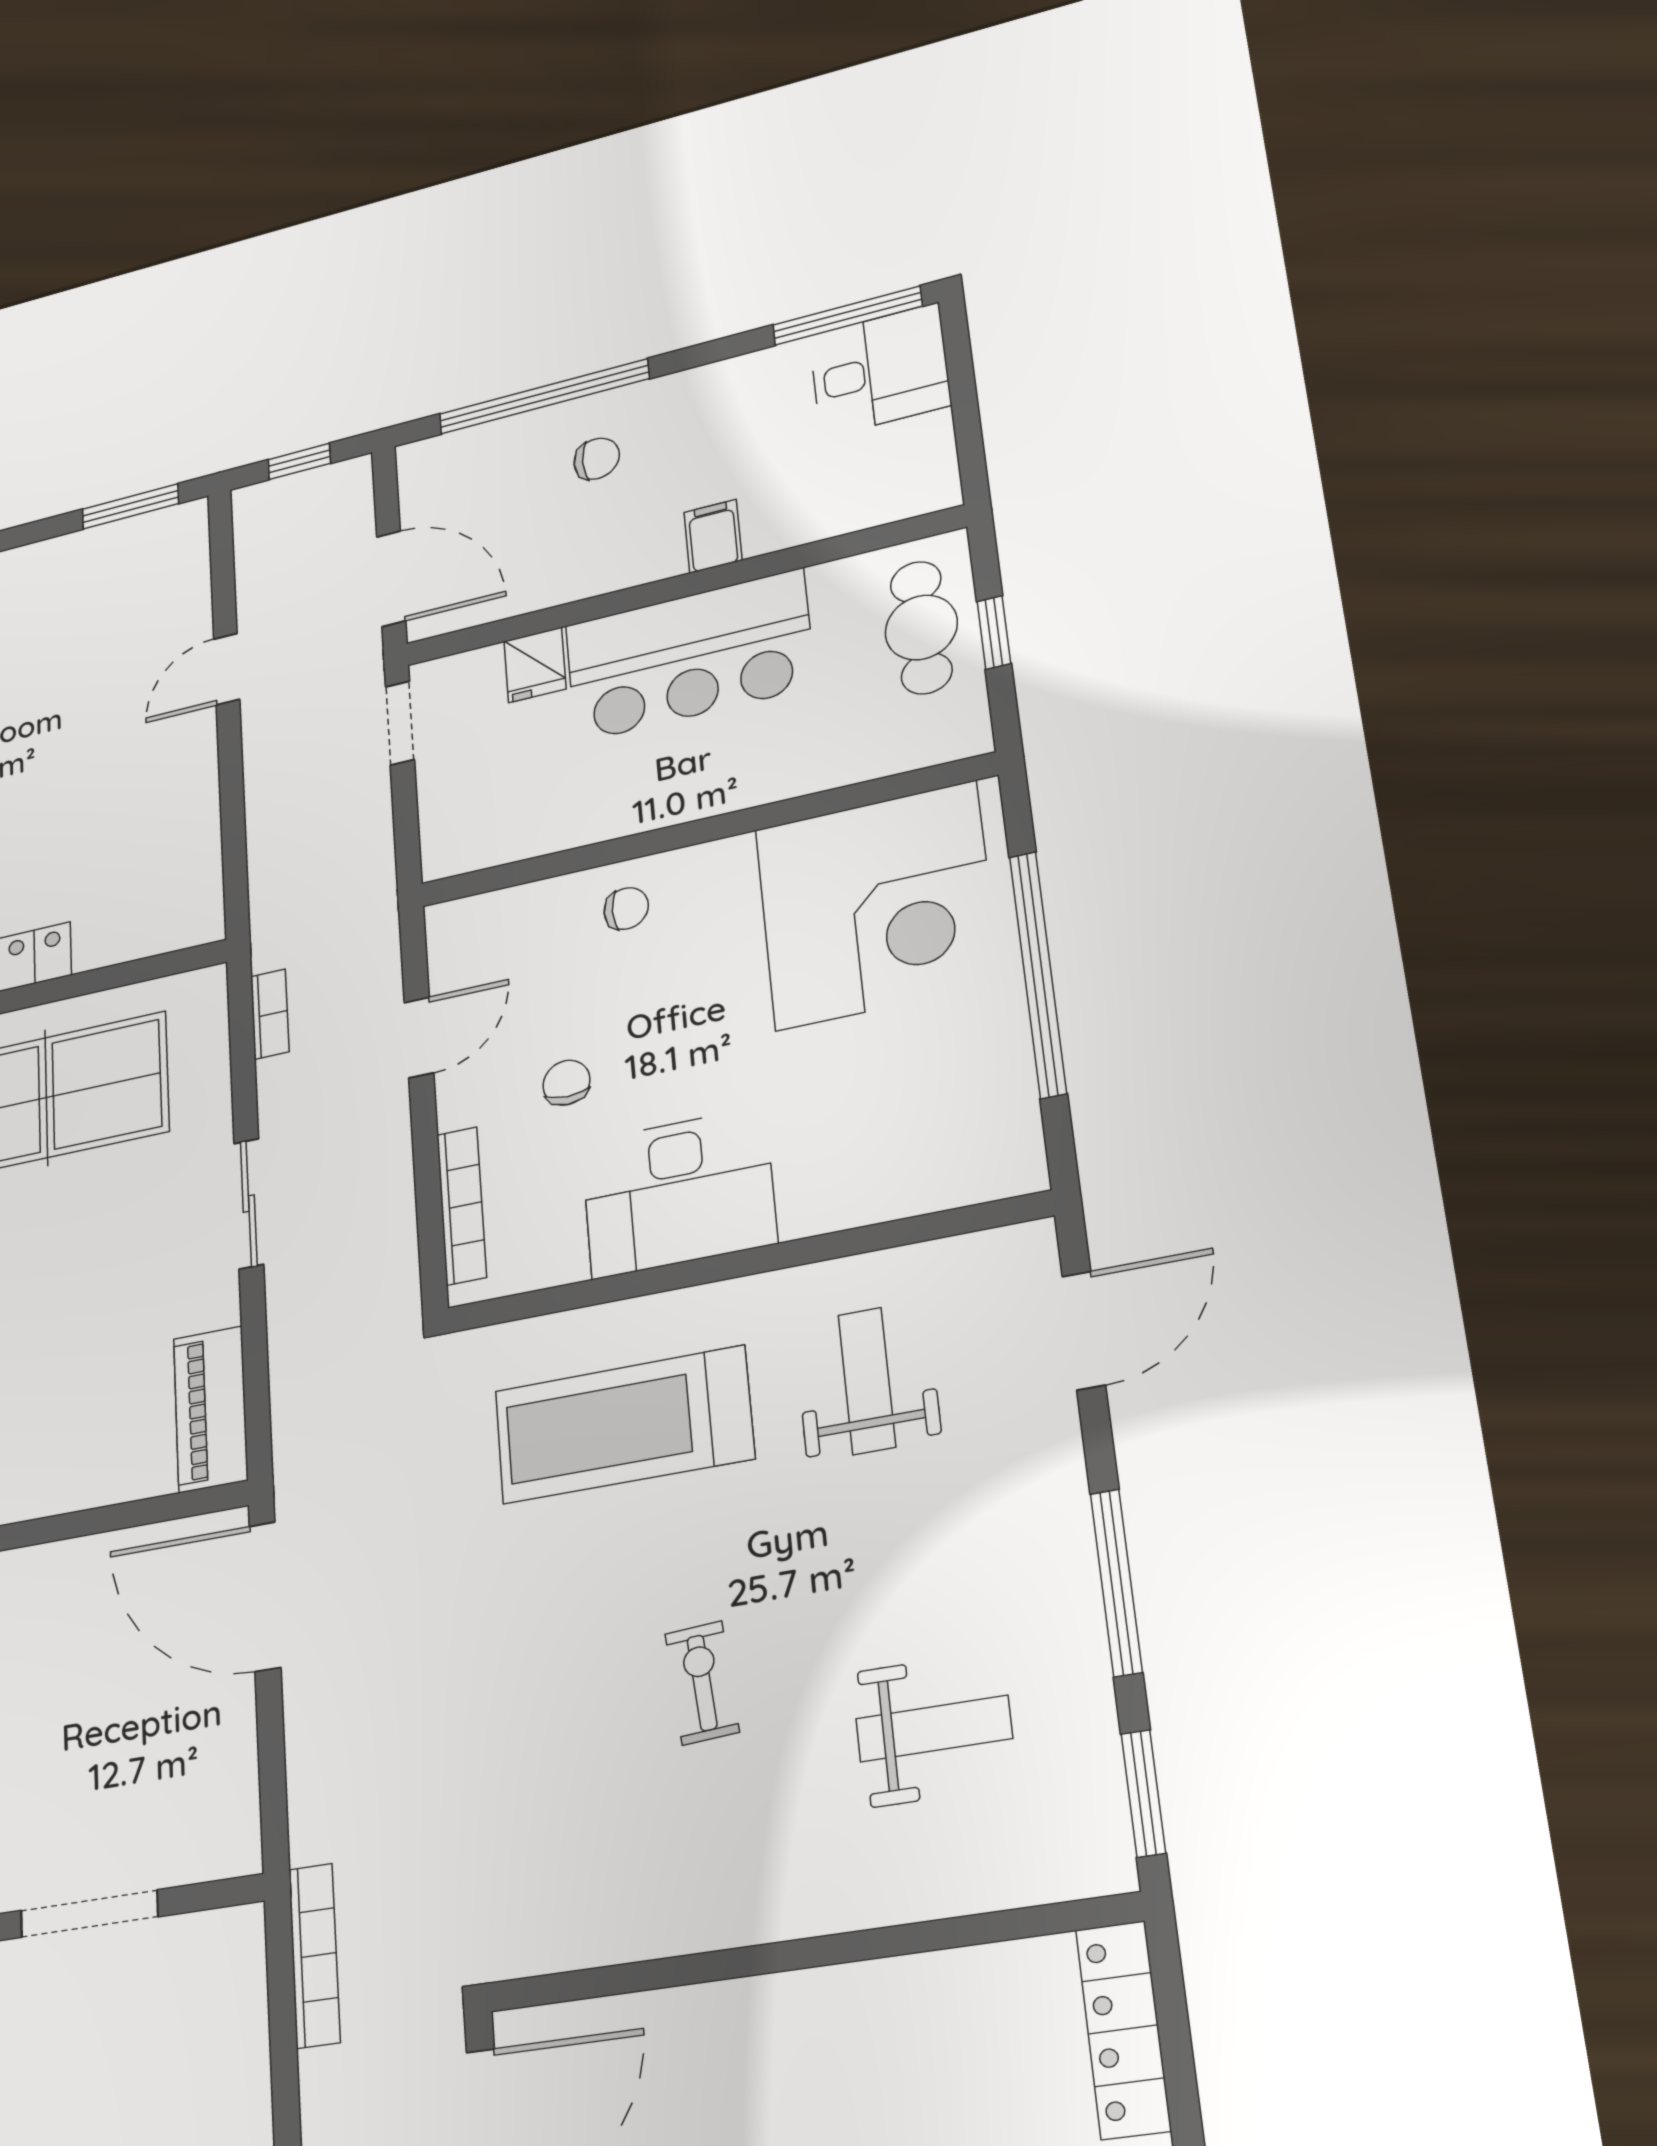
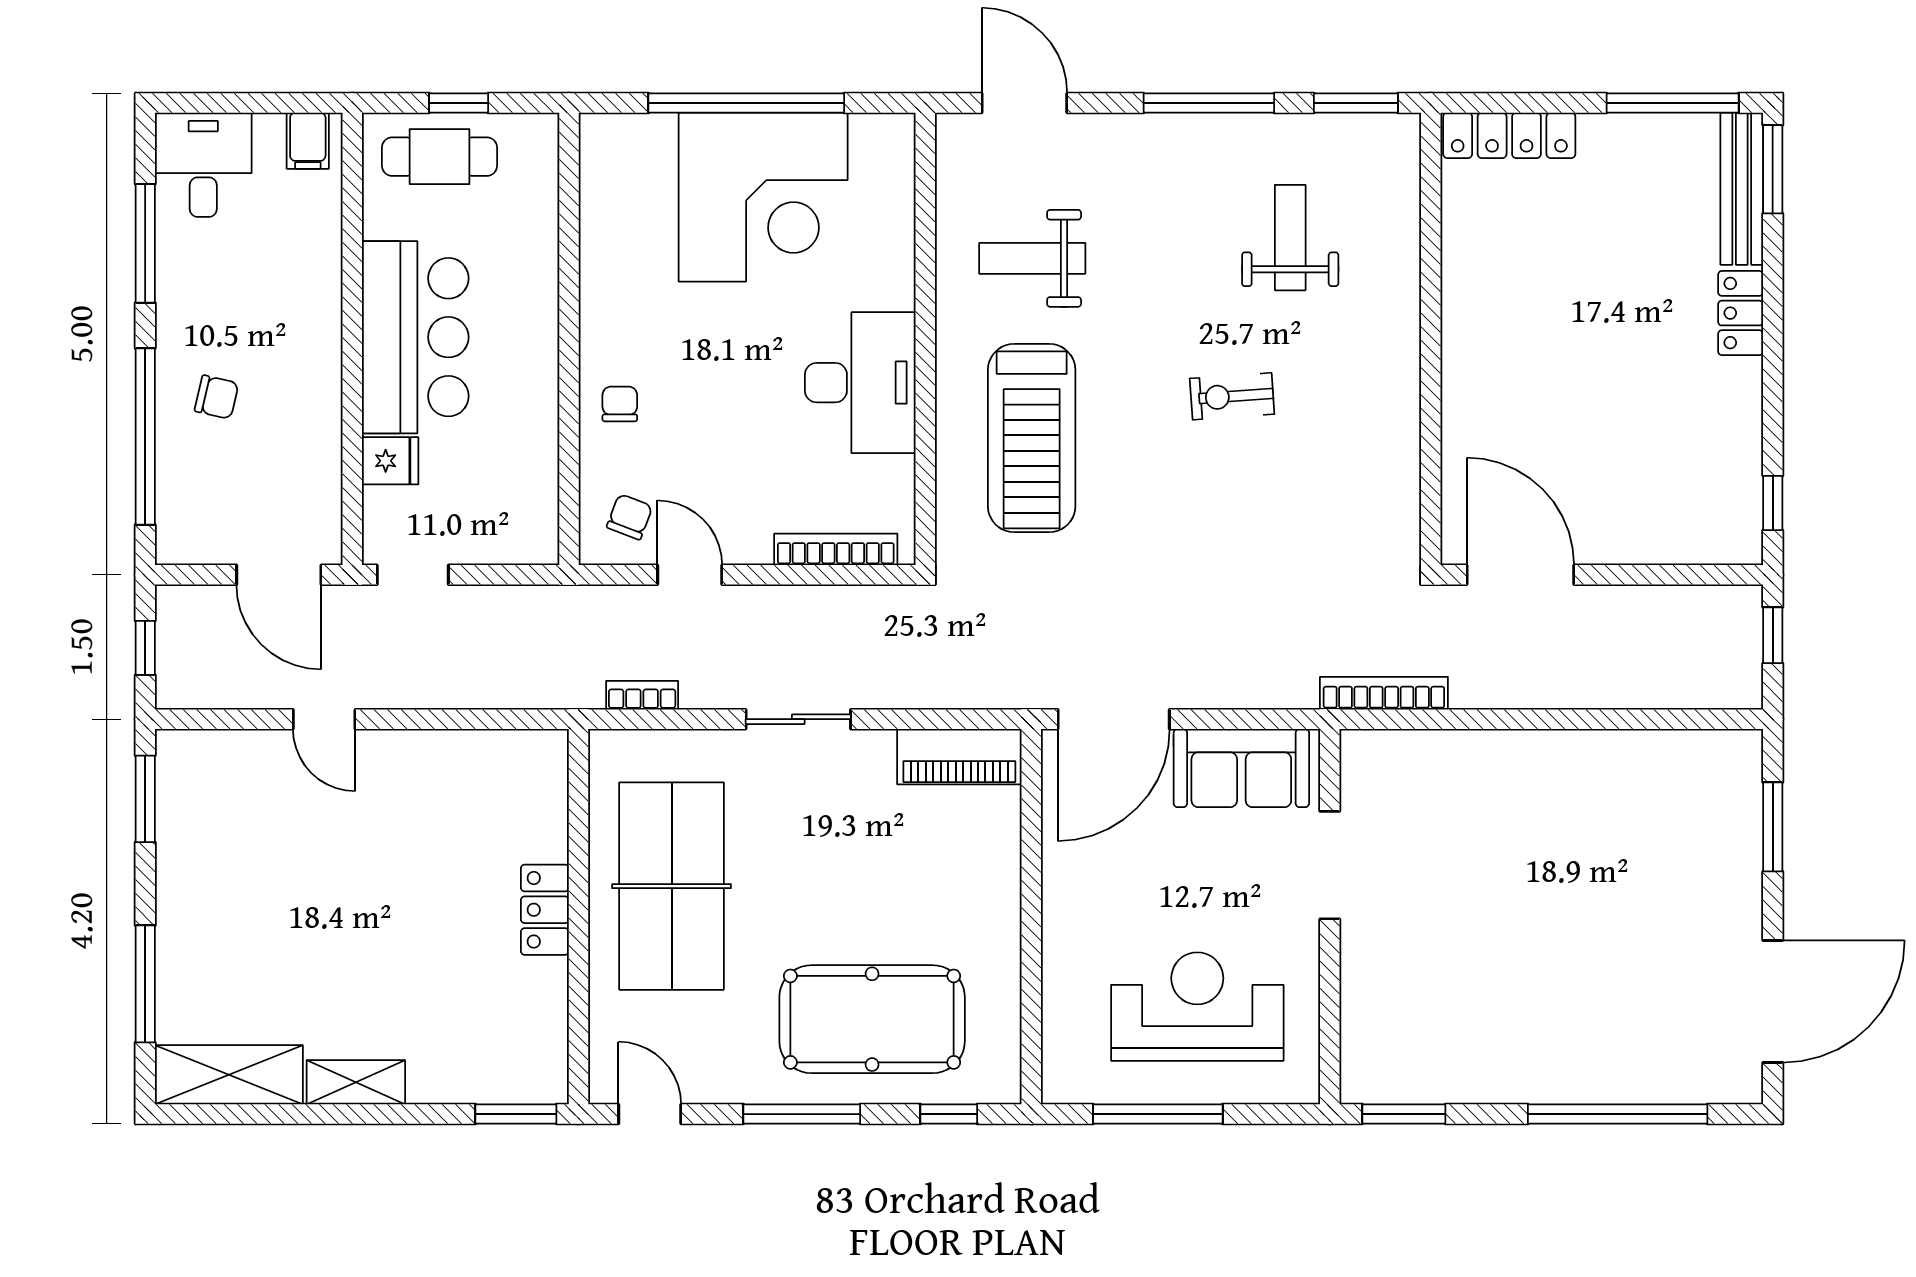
window: (847, 316) -> (145, 243), moved
chair: (597, 459) -> (217, 397), turned 103
filing cabinet: (713, 536) -> (308, 141), moved, turned -90
door: (391, 579) -> (279, 575), swing flipped
corner desk: (876, 905) -> (763, 197), moved, turned 90
chair: (566, 1083) -> (630, 517), moved, turned 111
sofa: (209, 1775) -> (1241, 768), added

